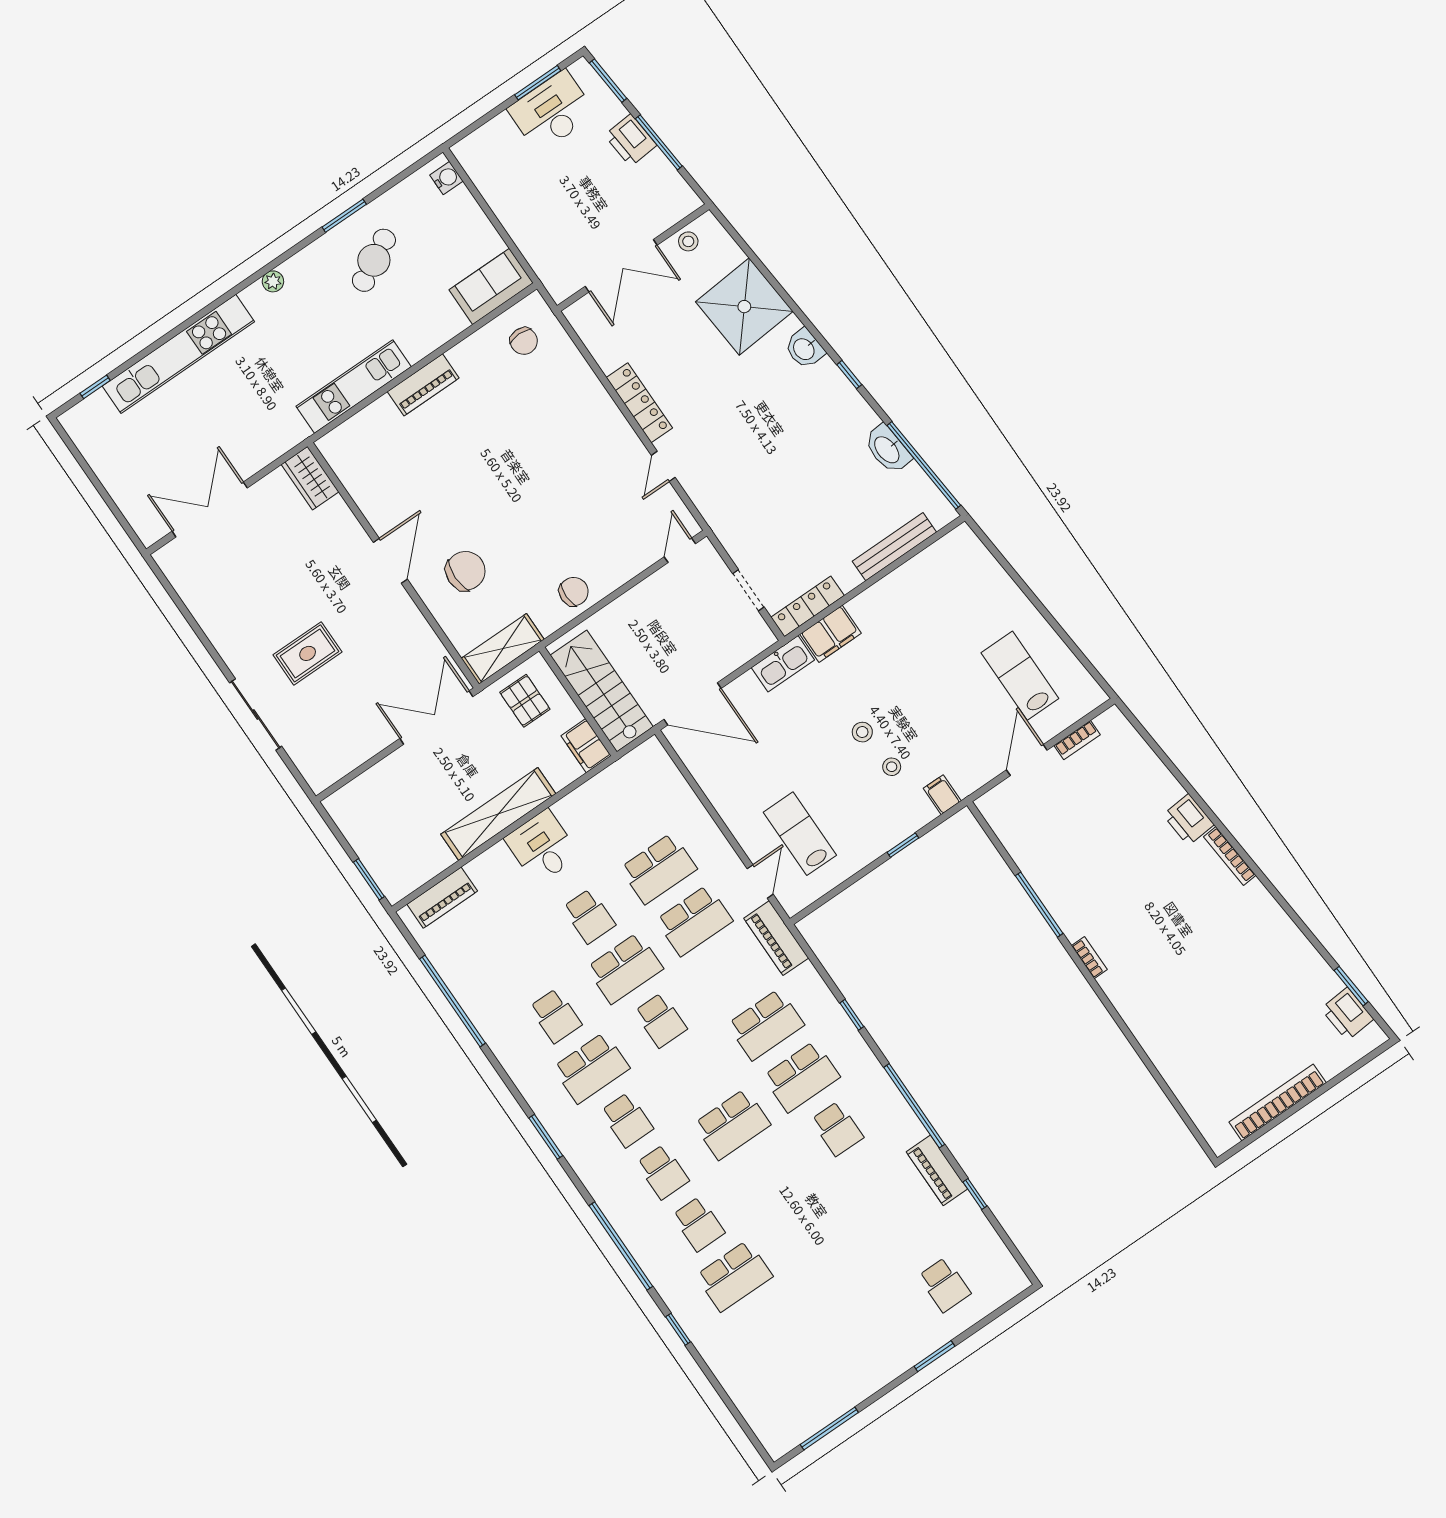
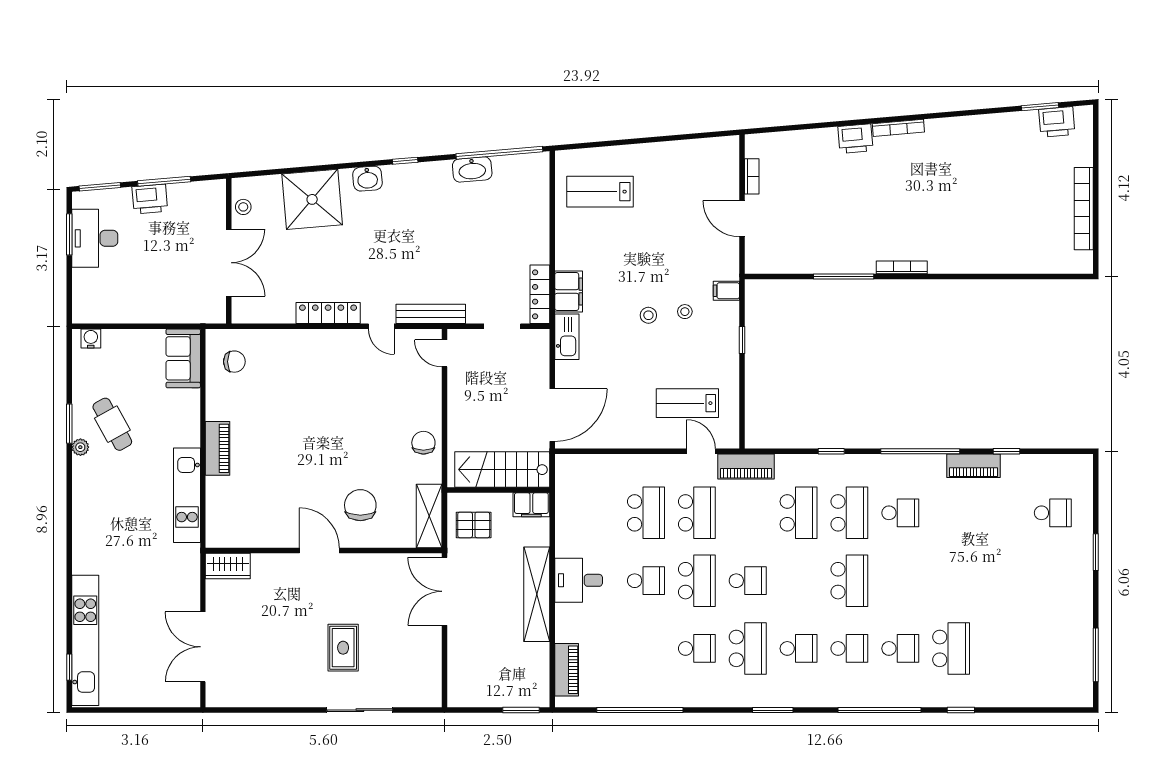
plant: (273, 281) -> (80, 447), moved
kitchen unit: (178, 354) -> (85, 640), moved
bench: (894, 547) -> (431, 314), moved, turned 90
lab bench: (1020, 676) -> (600, 192), moved
bookcase: (1089, 958) -> (902, 267), width x1.56

